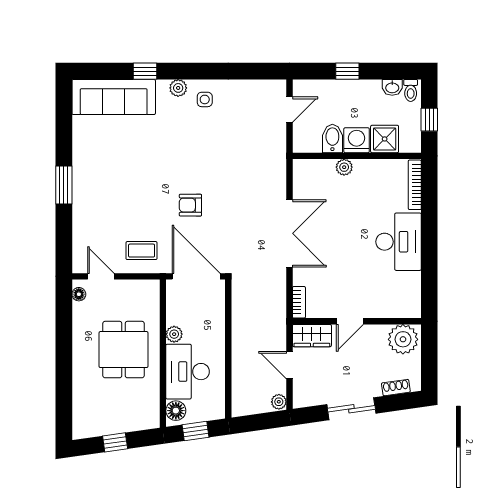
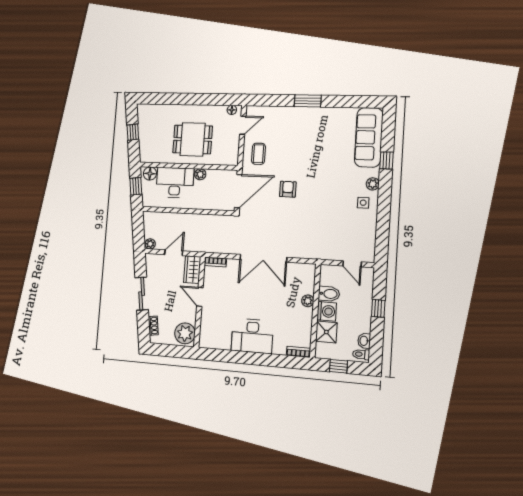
bookcase: (415, 185) -> (298, 352), width x0.64

